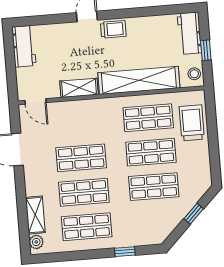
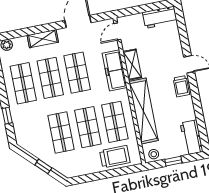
workbench: (189, 33) -> (192, 137), moved, turned -90
freezer: (84, 111) -> (115, 70), added
shelving: (35, 215) -> (43, 39), moved

